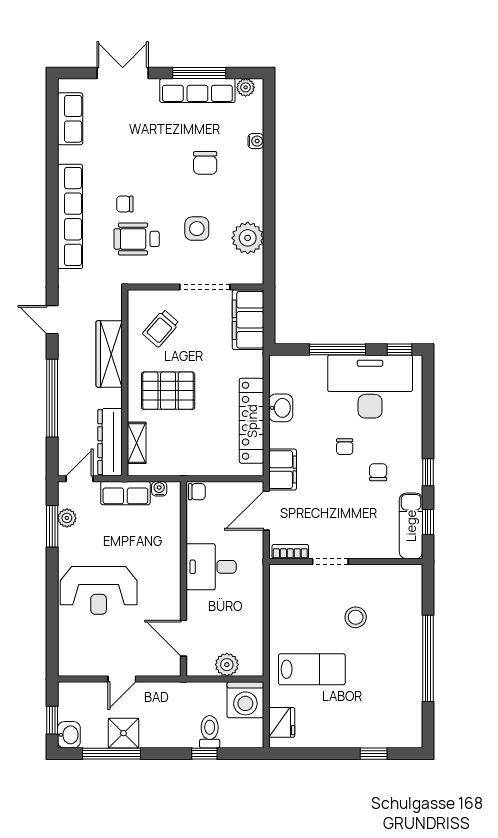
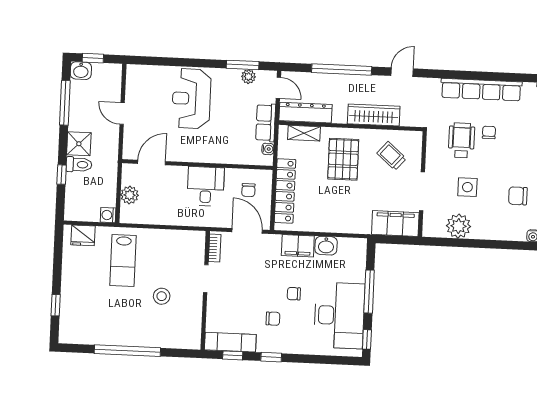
locker: (252, 421) -> (285, 191), moved, turned 90
filing cabinet: (283, 470) -> (298, 246), moved
chair: (197, 492) -> (248, 190), moved
washing machine: (245, 700) -> (108, 215), width x0.53, depth x0.53
toilet: (210, 732) -> (79, 165), moved
shower: (123, 733) -> (79, 144), moved

